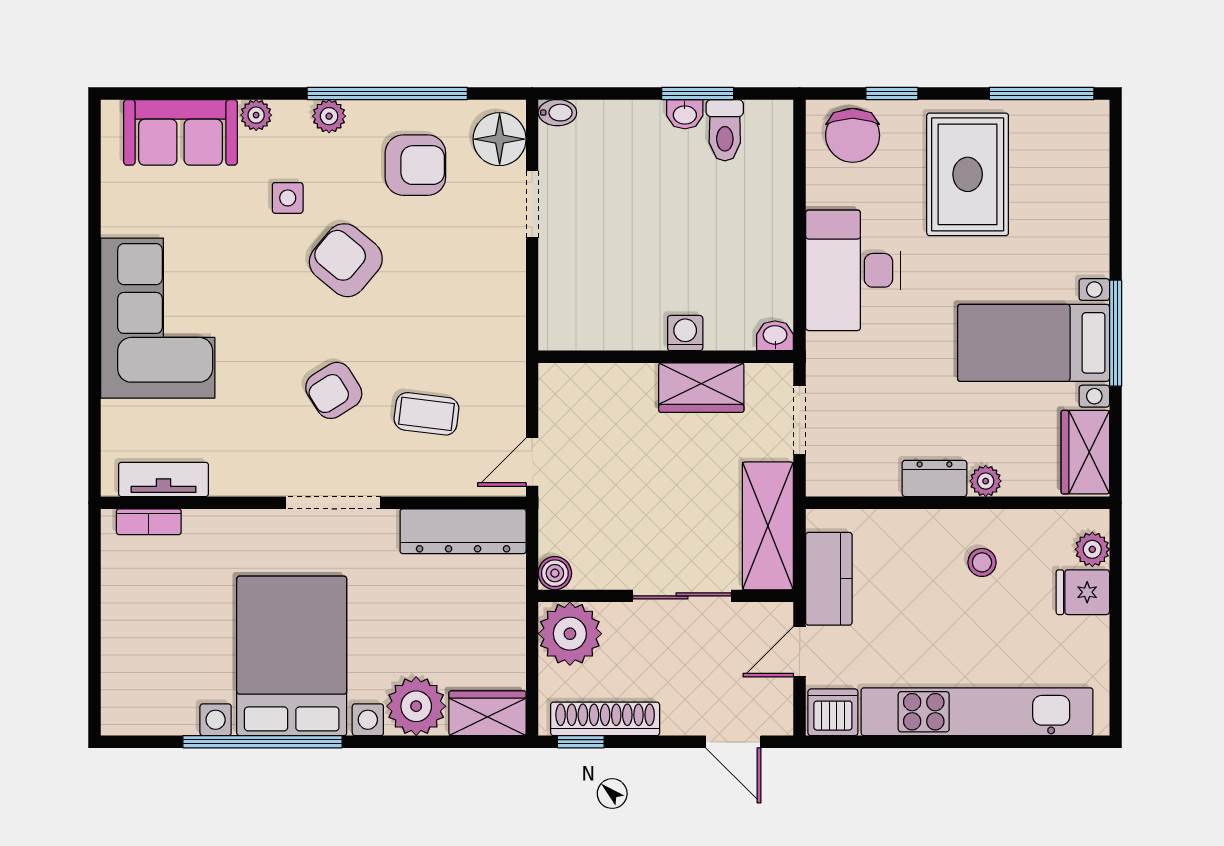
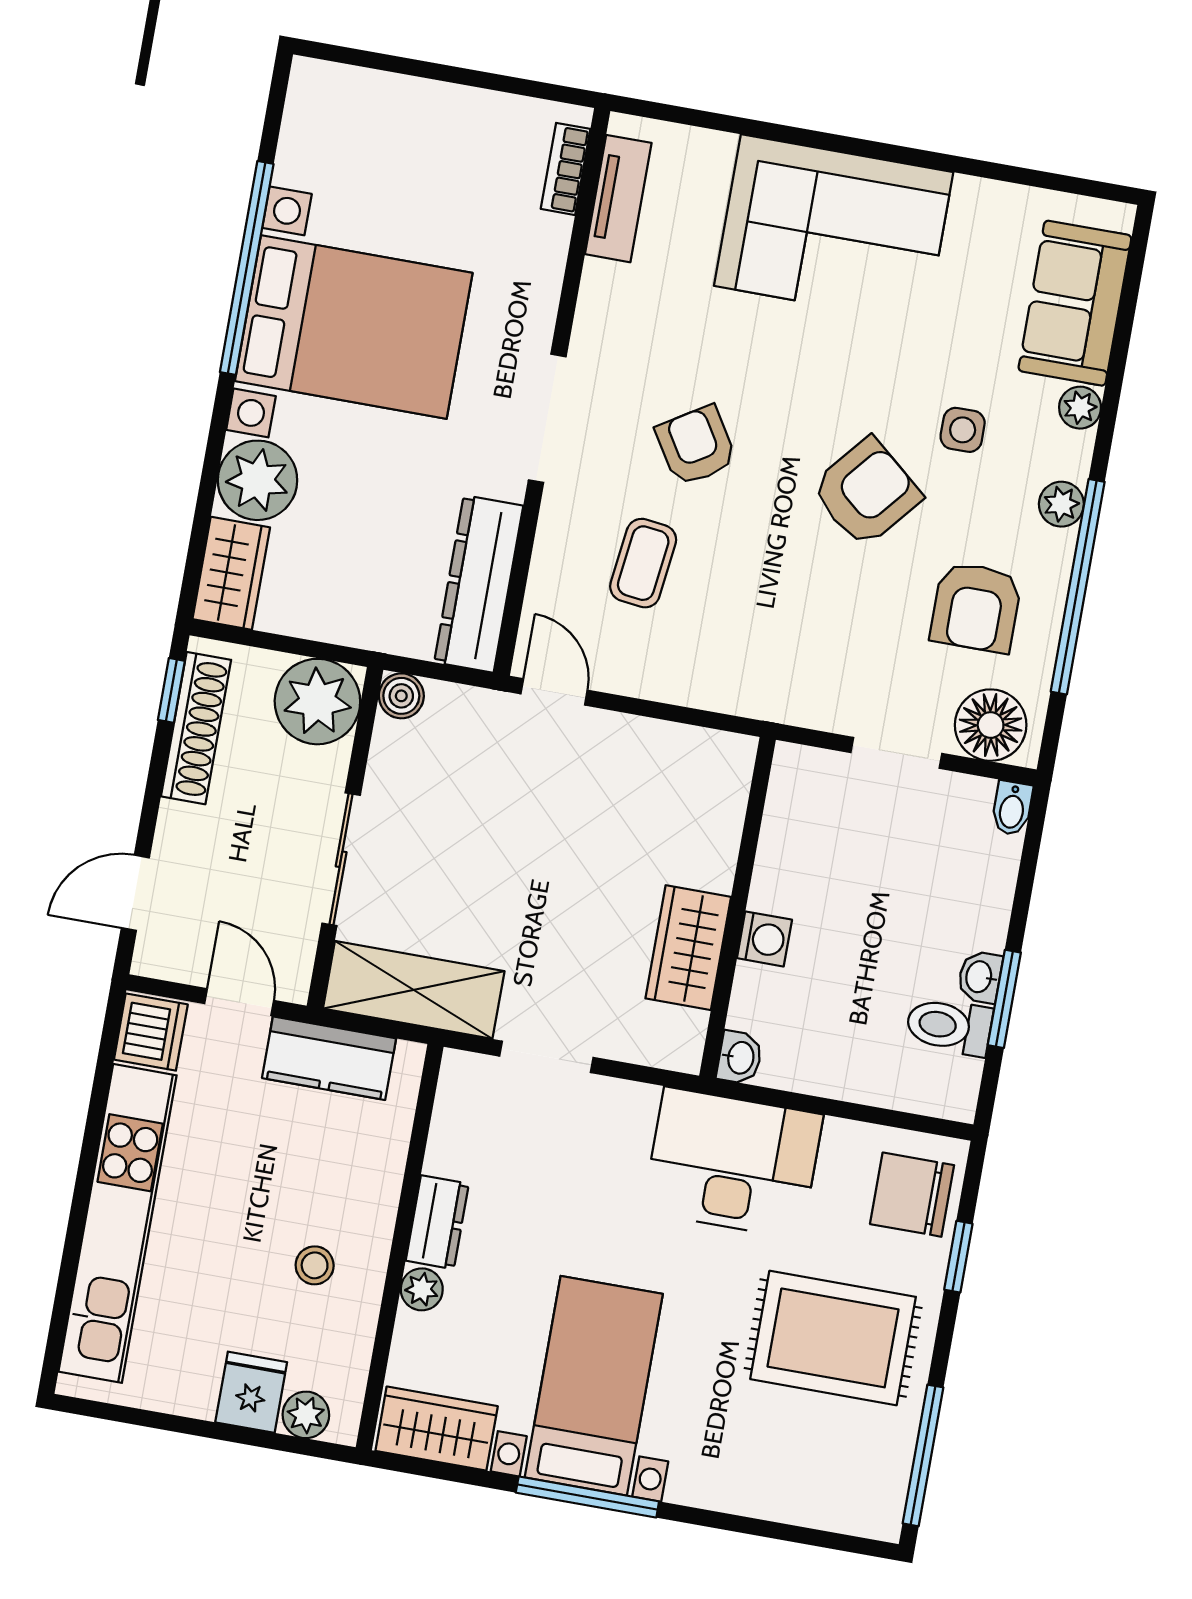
washing machine: (685, 333) -> (764, 939), moved
washbasin: (775, 336) -> (740, 1058), moved
wall: (666, 357) -> (738, 908), moved
wardrobe: (701, 388) -> (688, 948), moved

